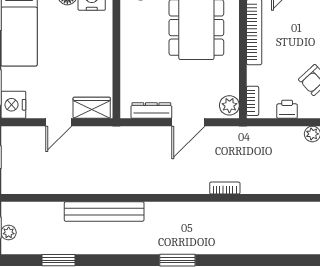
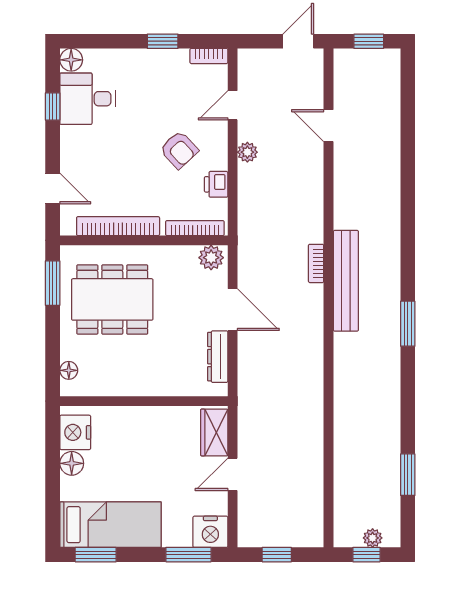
bookcase: (253, 101) -> (195, 228), width x1.56
door: (59, 122) -> (233, 474), swing flipped
bench: (104, 211) -> (346, 281), moved

